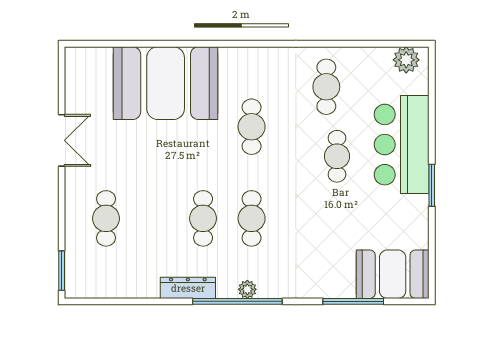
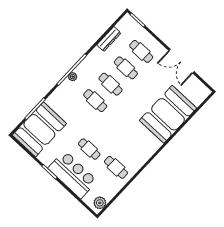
cafe table: (252, 127) -> (126, 68), moved
double door: (62, 140) -> (181, 61), width x1.37
booth: (393, 274) -> (39, 129), width x1.36, depth x1.42
dresser: (188, 288) -> (109, 39), moved

